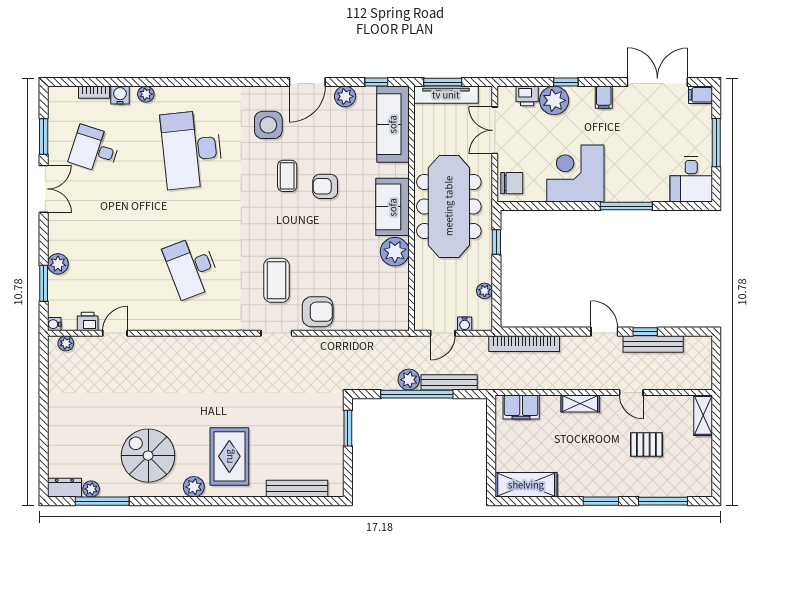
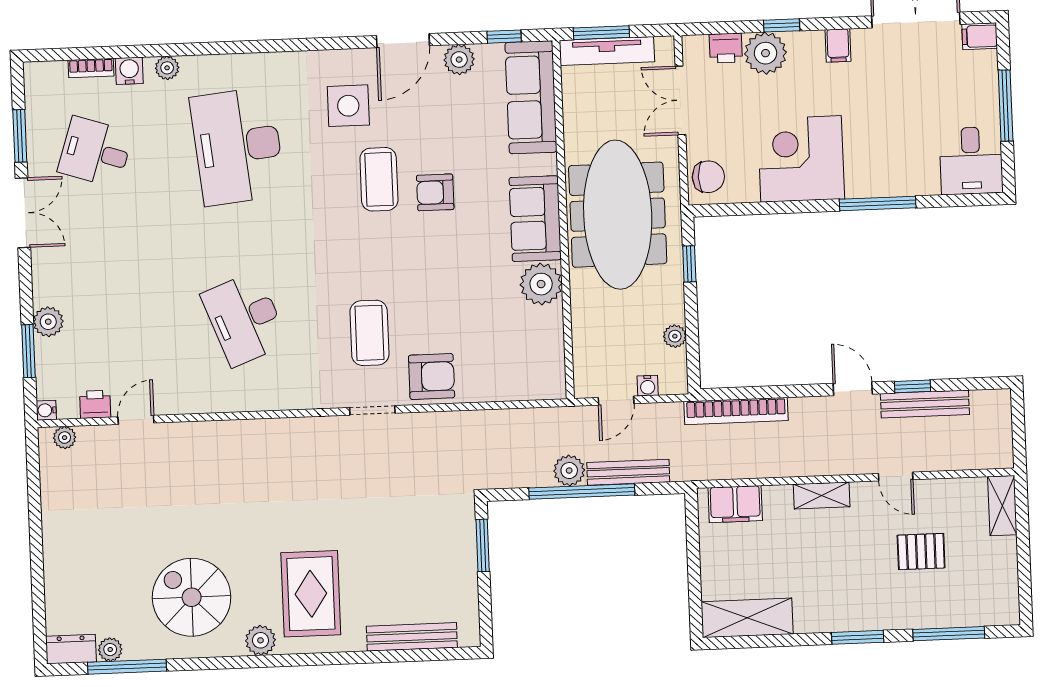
coffee table: (287, 176) -> (379, 179), width x1.36, depth x1.30

